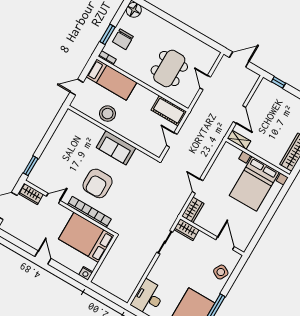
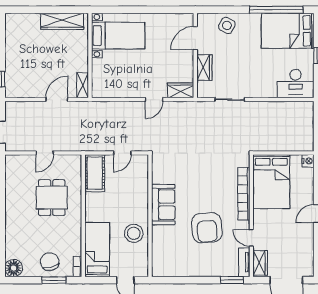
chair: (123, 39) -> (50, 262), turned -104
dining table: (169, 68) -> (52, 198), width x0.73
tv unit: (39, 183) -> (244, 262), added
armchair: (98, 183) -> (207, 228), moved, turned 85
bed with nightstands: (254, 184) -> (118, 36), width x0.73
wardrobe: (186, 230) -> (204, 67), moved

